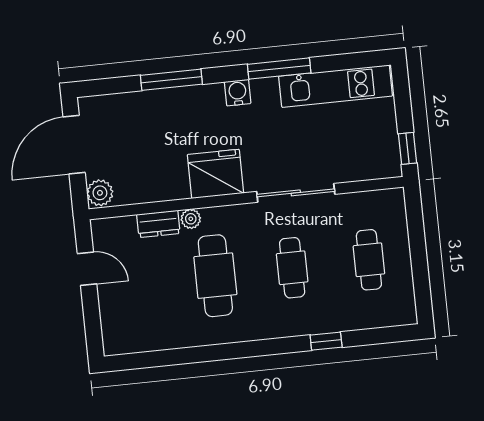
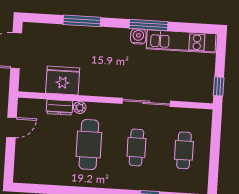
water cooler: (238, 93) -> (138, 37), moved
fridge: (215, 174) -> (63, 80), moved
plant: (100, 193) -> (27, 83), removed
door: (87, 269) -> (11, 127), hinge flipped

